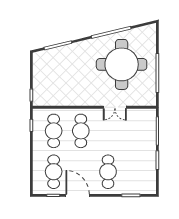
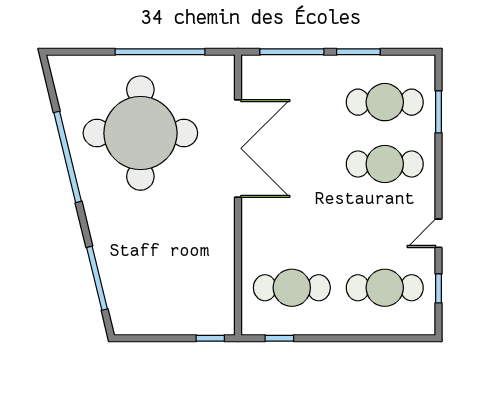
double door: (115, 107) -> (238, 148), width x1.87
cafe table: (81, 131) -> (385, 102), moved
door: (78, 195) -> (439, 233), width x0.53

